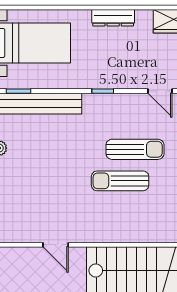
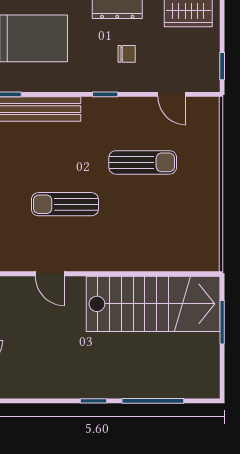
chair: (121, 56) -> (127, 54), added
sun lounger: (120, 181) -> (65, 204), moved

